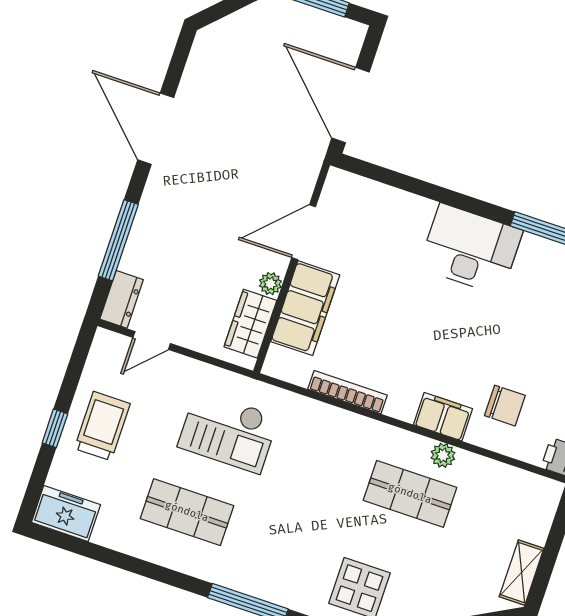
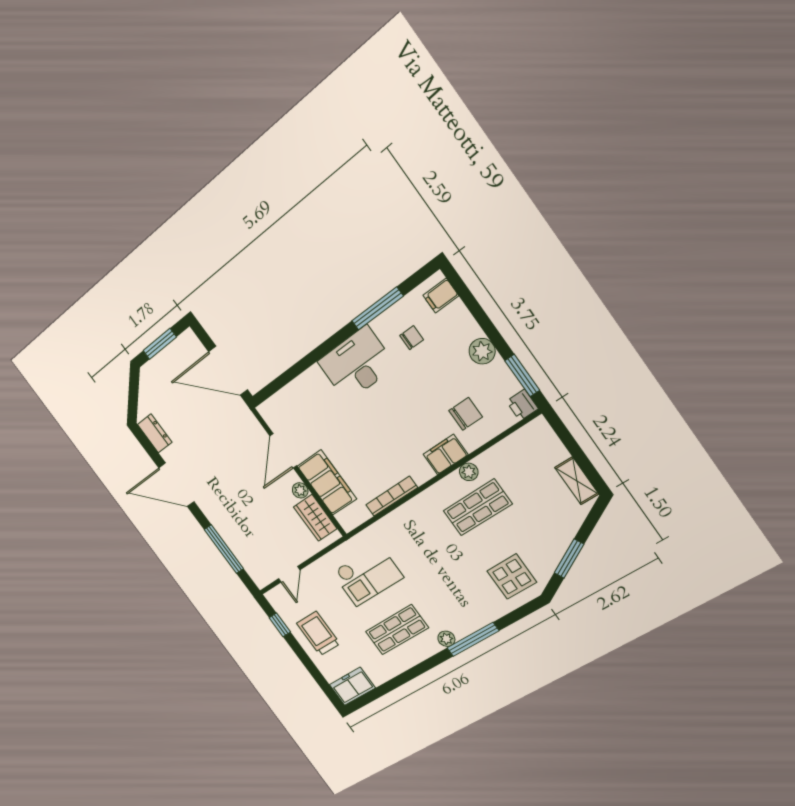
chair: (544, 289) -> (412, 338), added
dresser: (122, 299) -> (155, 433), moved
window: (55, 428) -> (280, 625), moved
plant: (223, 574) -> (446, 639), added

